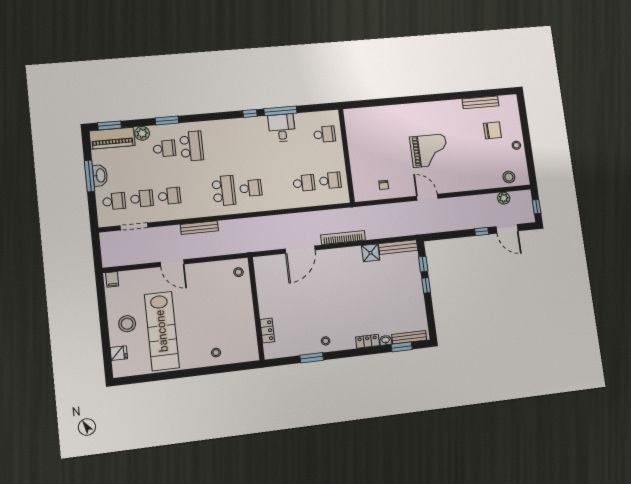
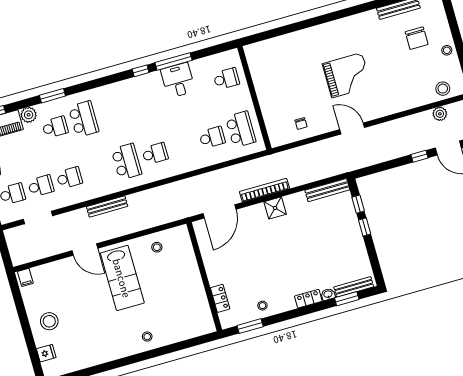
chair: (492, 130) -> (417, 38), turned 90
school desk: (330, 180) -> (241, 129), width x1.85
shower: (371, 253) -> (275, 208), moved
wall: (256, 308) -> (204, 277), moved
lab bench: (162, 331) -> (122, 278), moved, width x0.73
locker: (267, 331) -> (220, 298), moved

